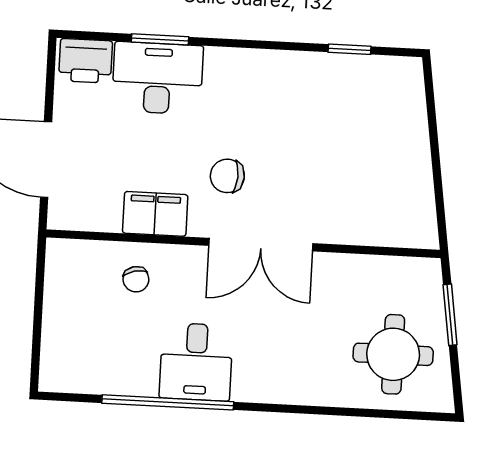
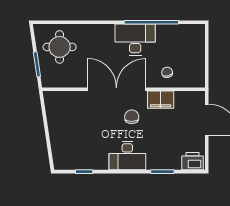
desk: (158, 78) -> (127, 156), moved
chair: (227, 176) -> (132, 117), turned -93
double door: (261, 245) -> (116, 89), width x1.36
desk: (196, 362) -> (135, 40), width x1.37

